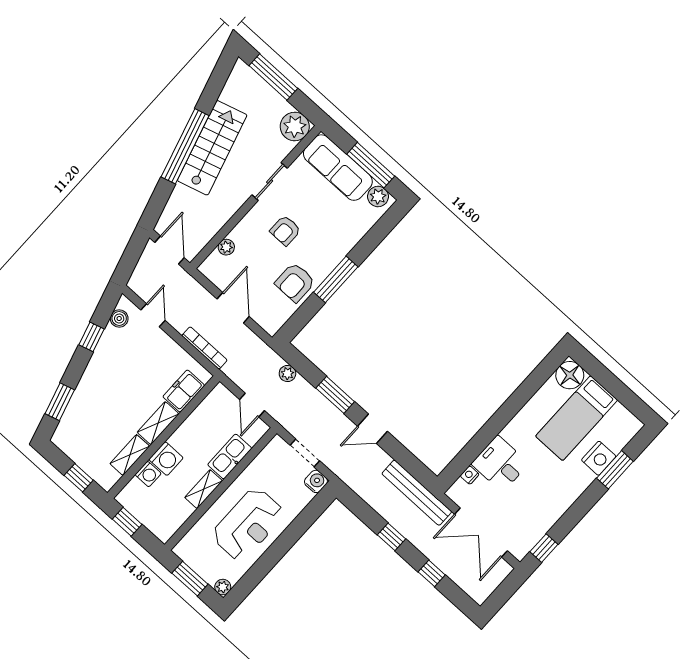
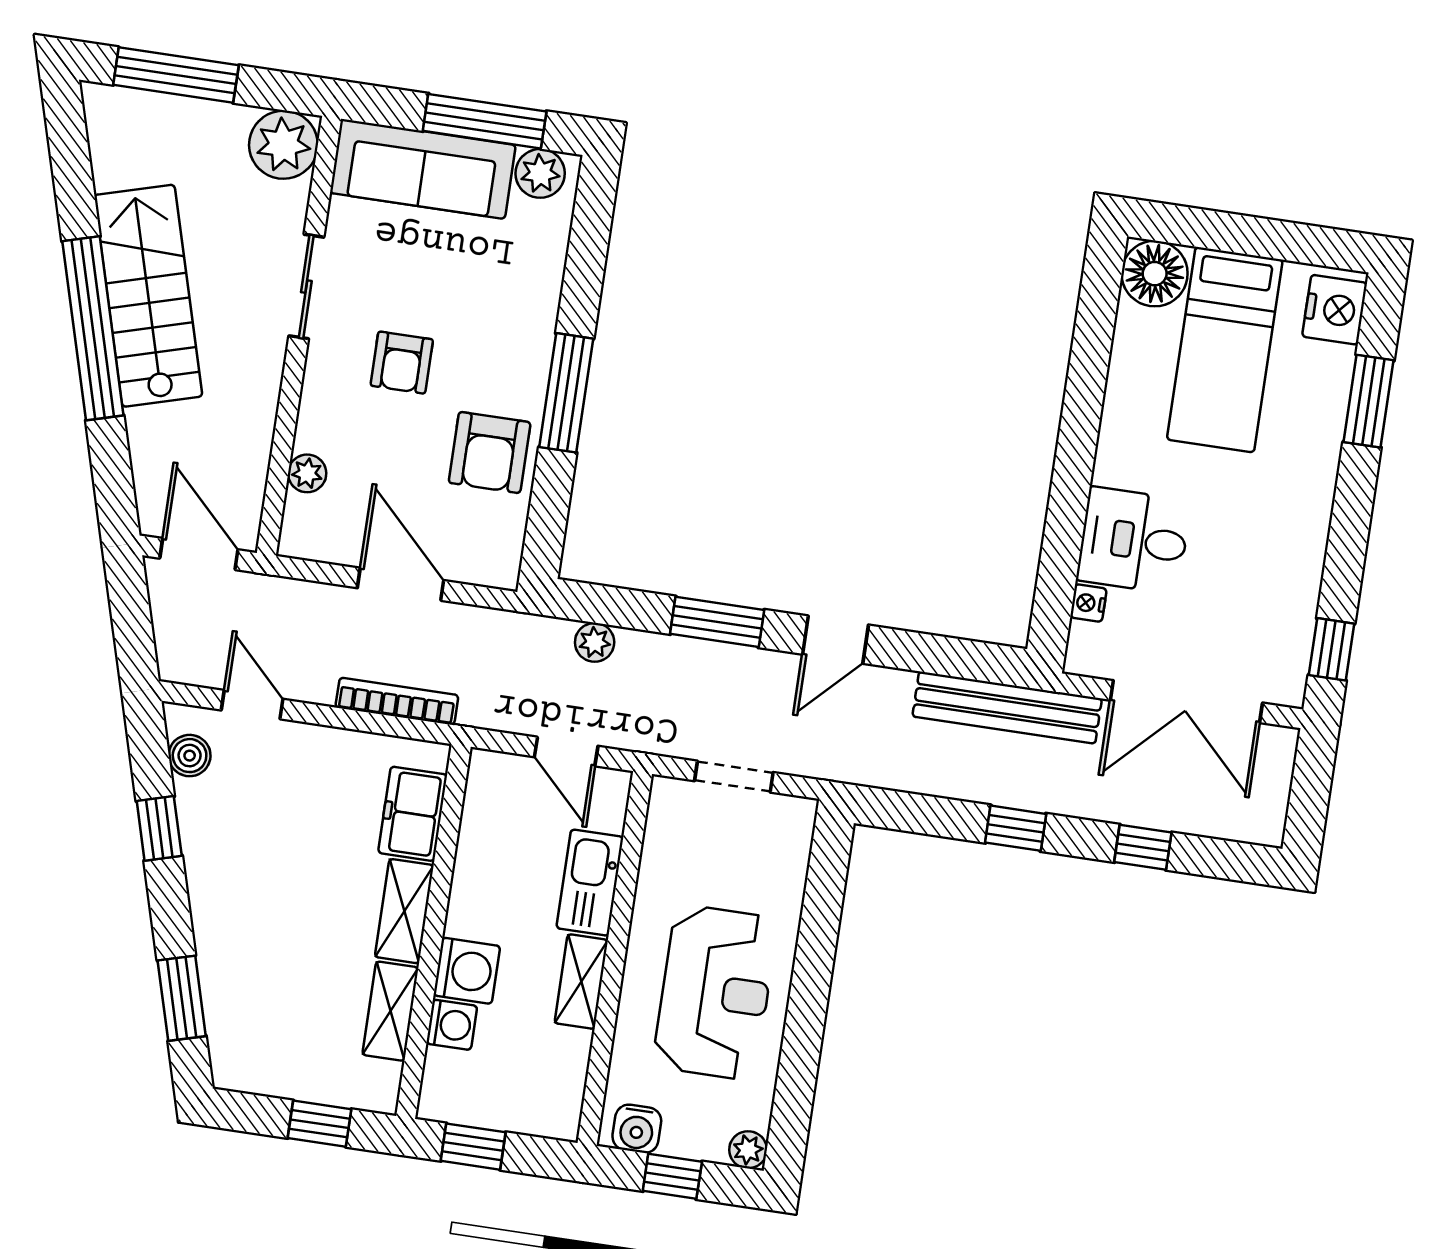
nightstand: (599, 458) -> (1335, 310), moved
water cooler: (316, 481) -> (637, 1129), moved, turned 180
window: (190, 579) -> (672, 1176), width x0.67

